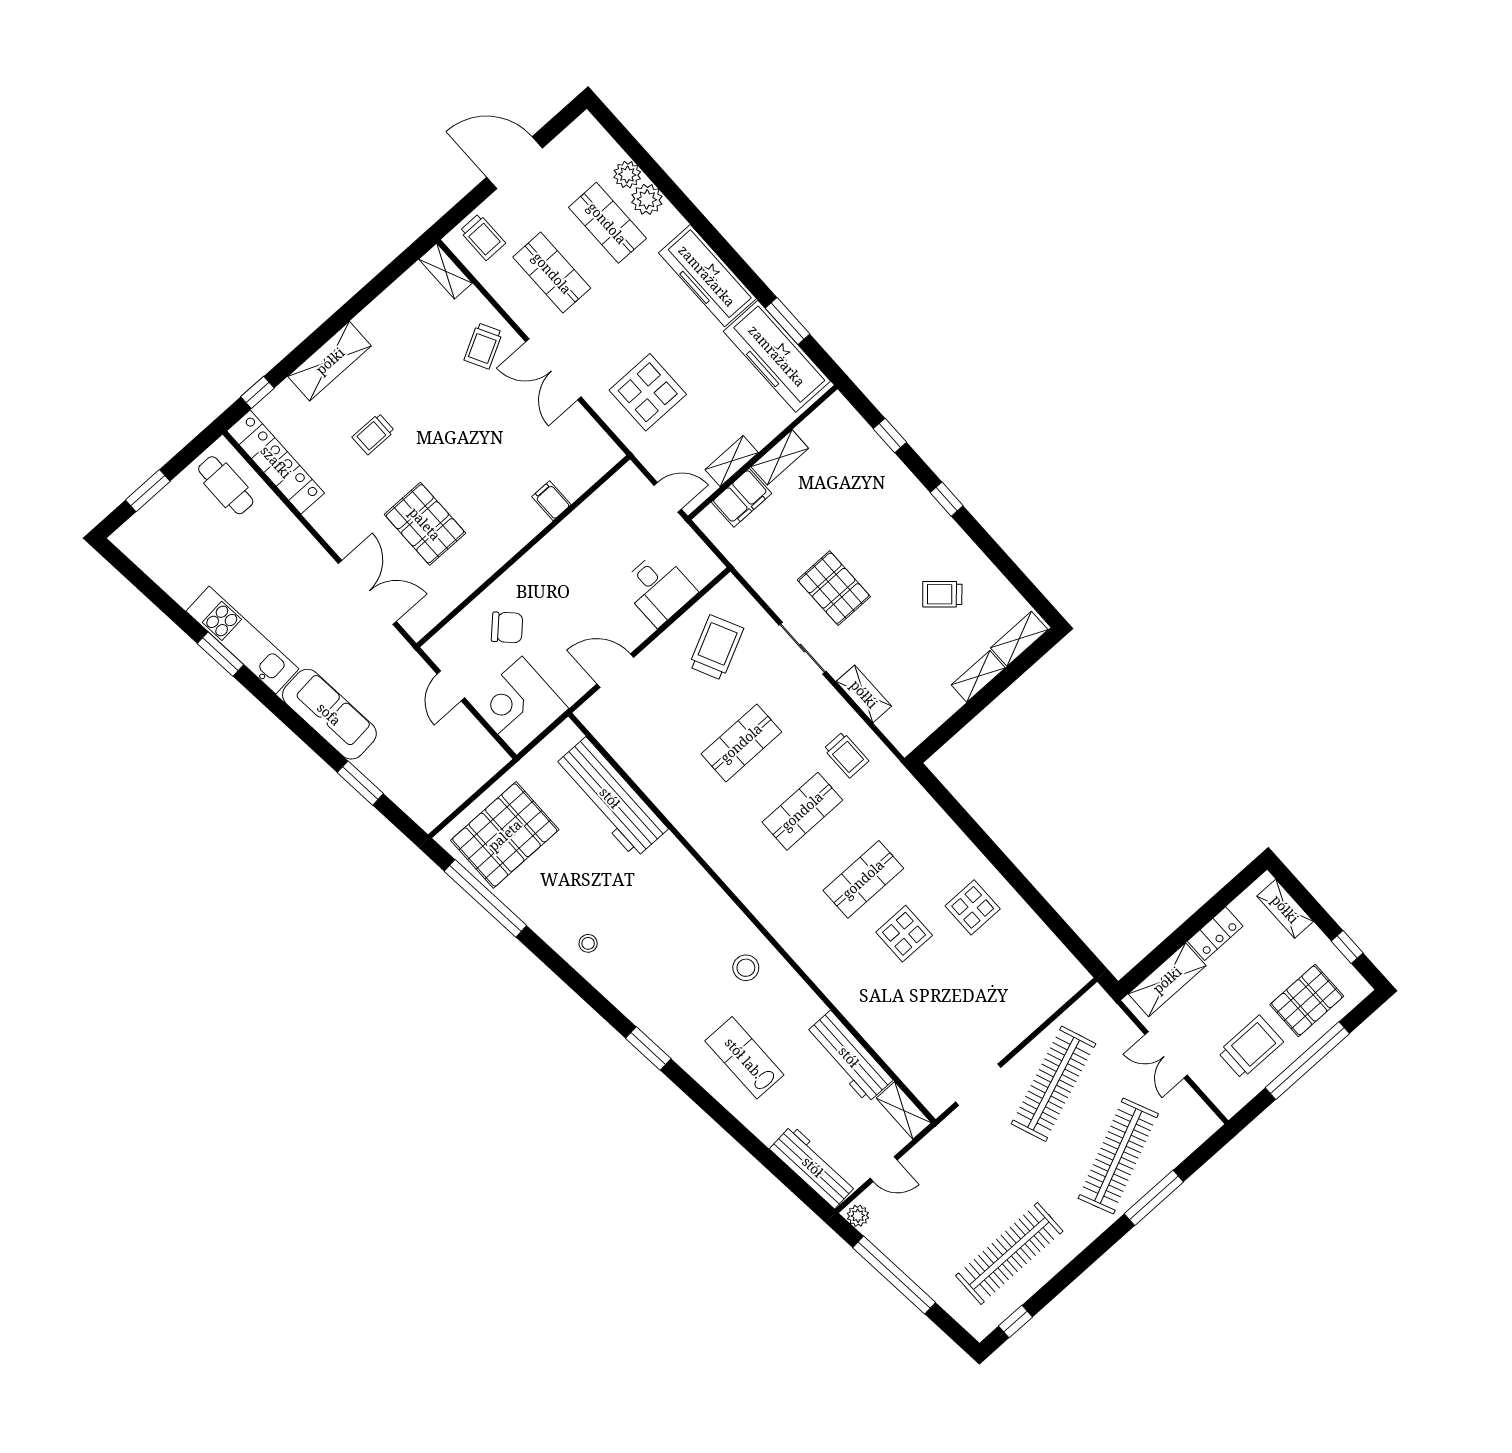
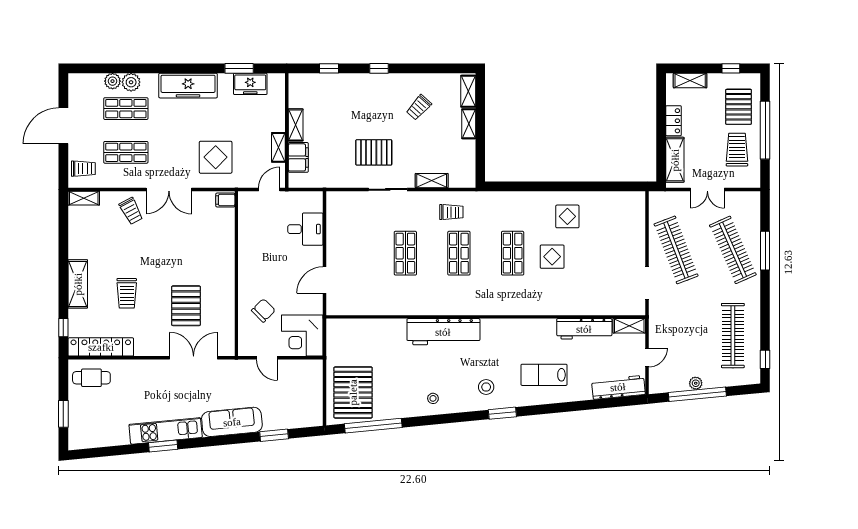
freezer: (777, 356) -> (250, 84), width x0.52, depth x0.79
trolley: (373, 434) -> (127, 293), width x1.36, depth x1.39
filing cabinet: (551, 501) -> (225, 200), moved
pallet: (425, 524) -> (186, 306), turned 90
trolley: (716, 648) -> (354, 227), removed
workbench: (610, 798) -> (443, 332), moved
stool: (746, 968) -> (486, 387), moved
plant: (858, 1216) -> (696, 383), moved

